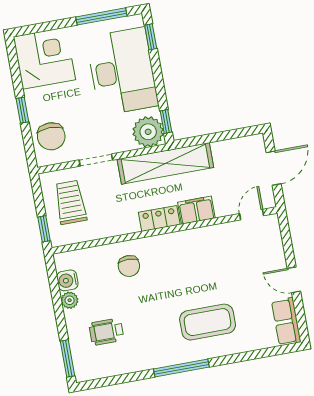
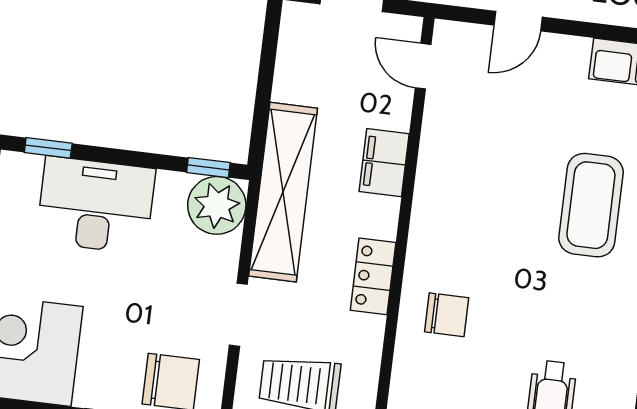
desk: (122, 71) -> (96, 205), width x0.73, depth x0.77
locker: (159, 218) -> (373, 276), moved
door: (294, 280) -> (518, 21), moved

